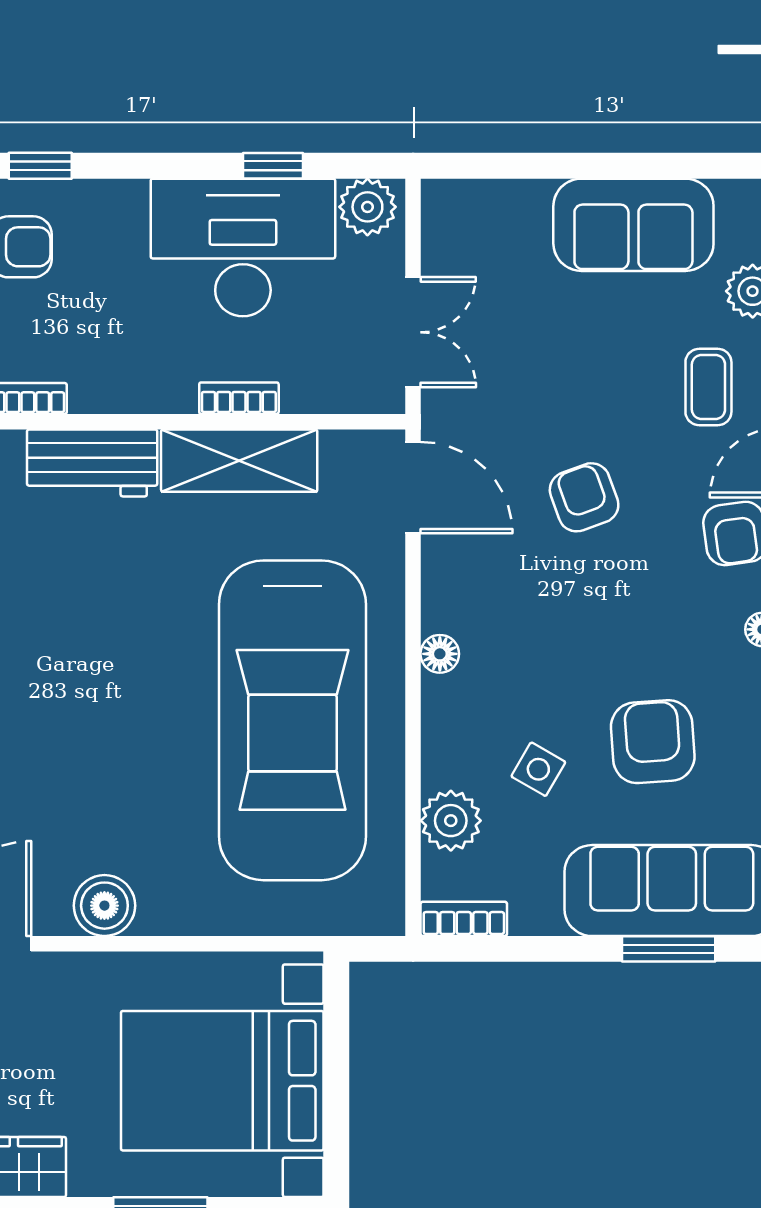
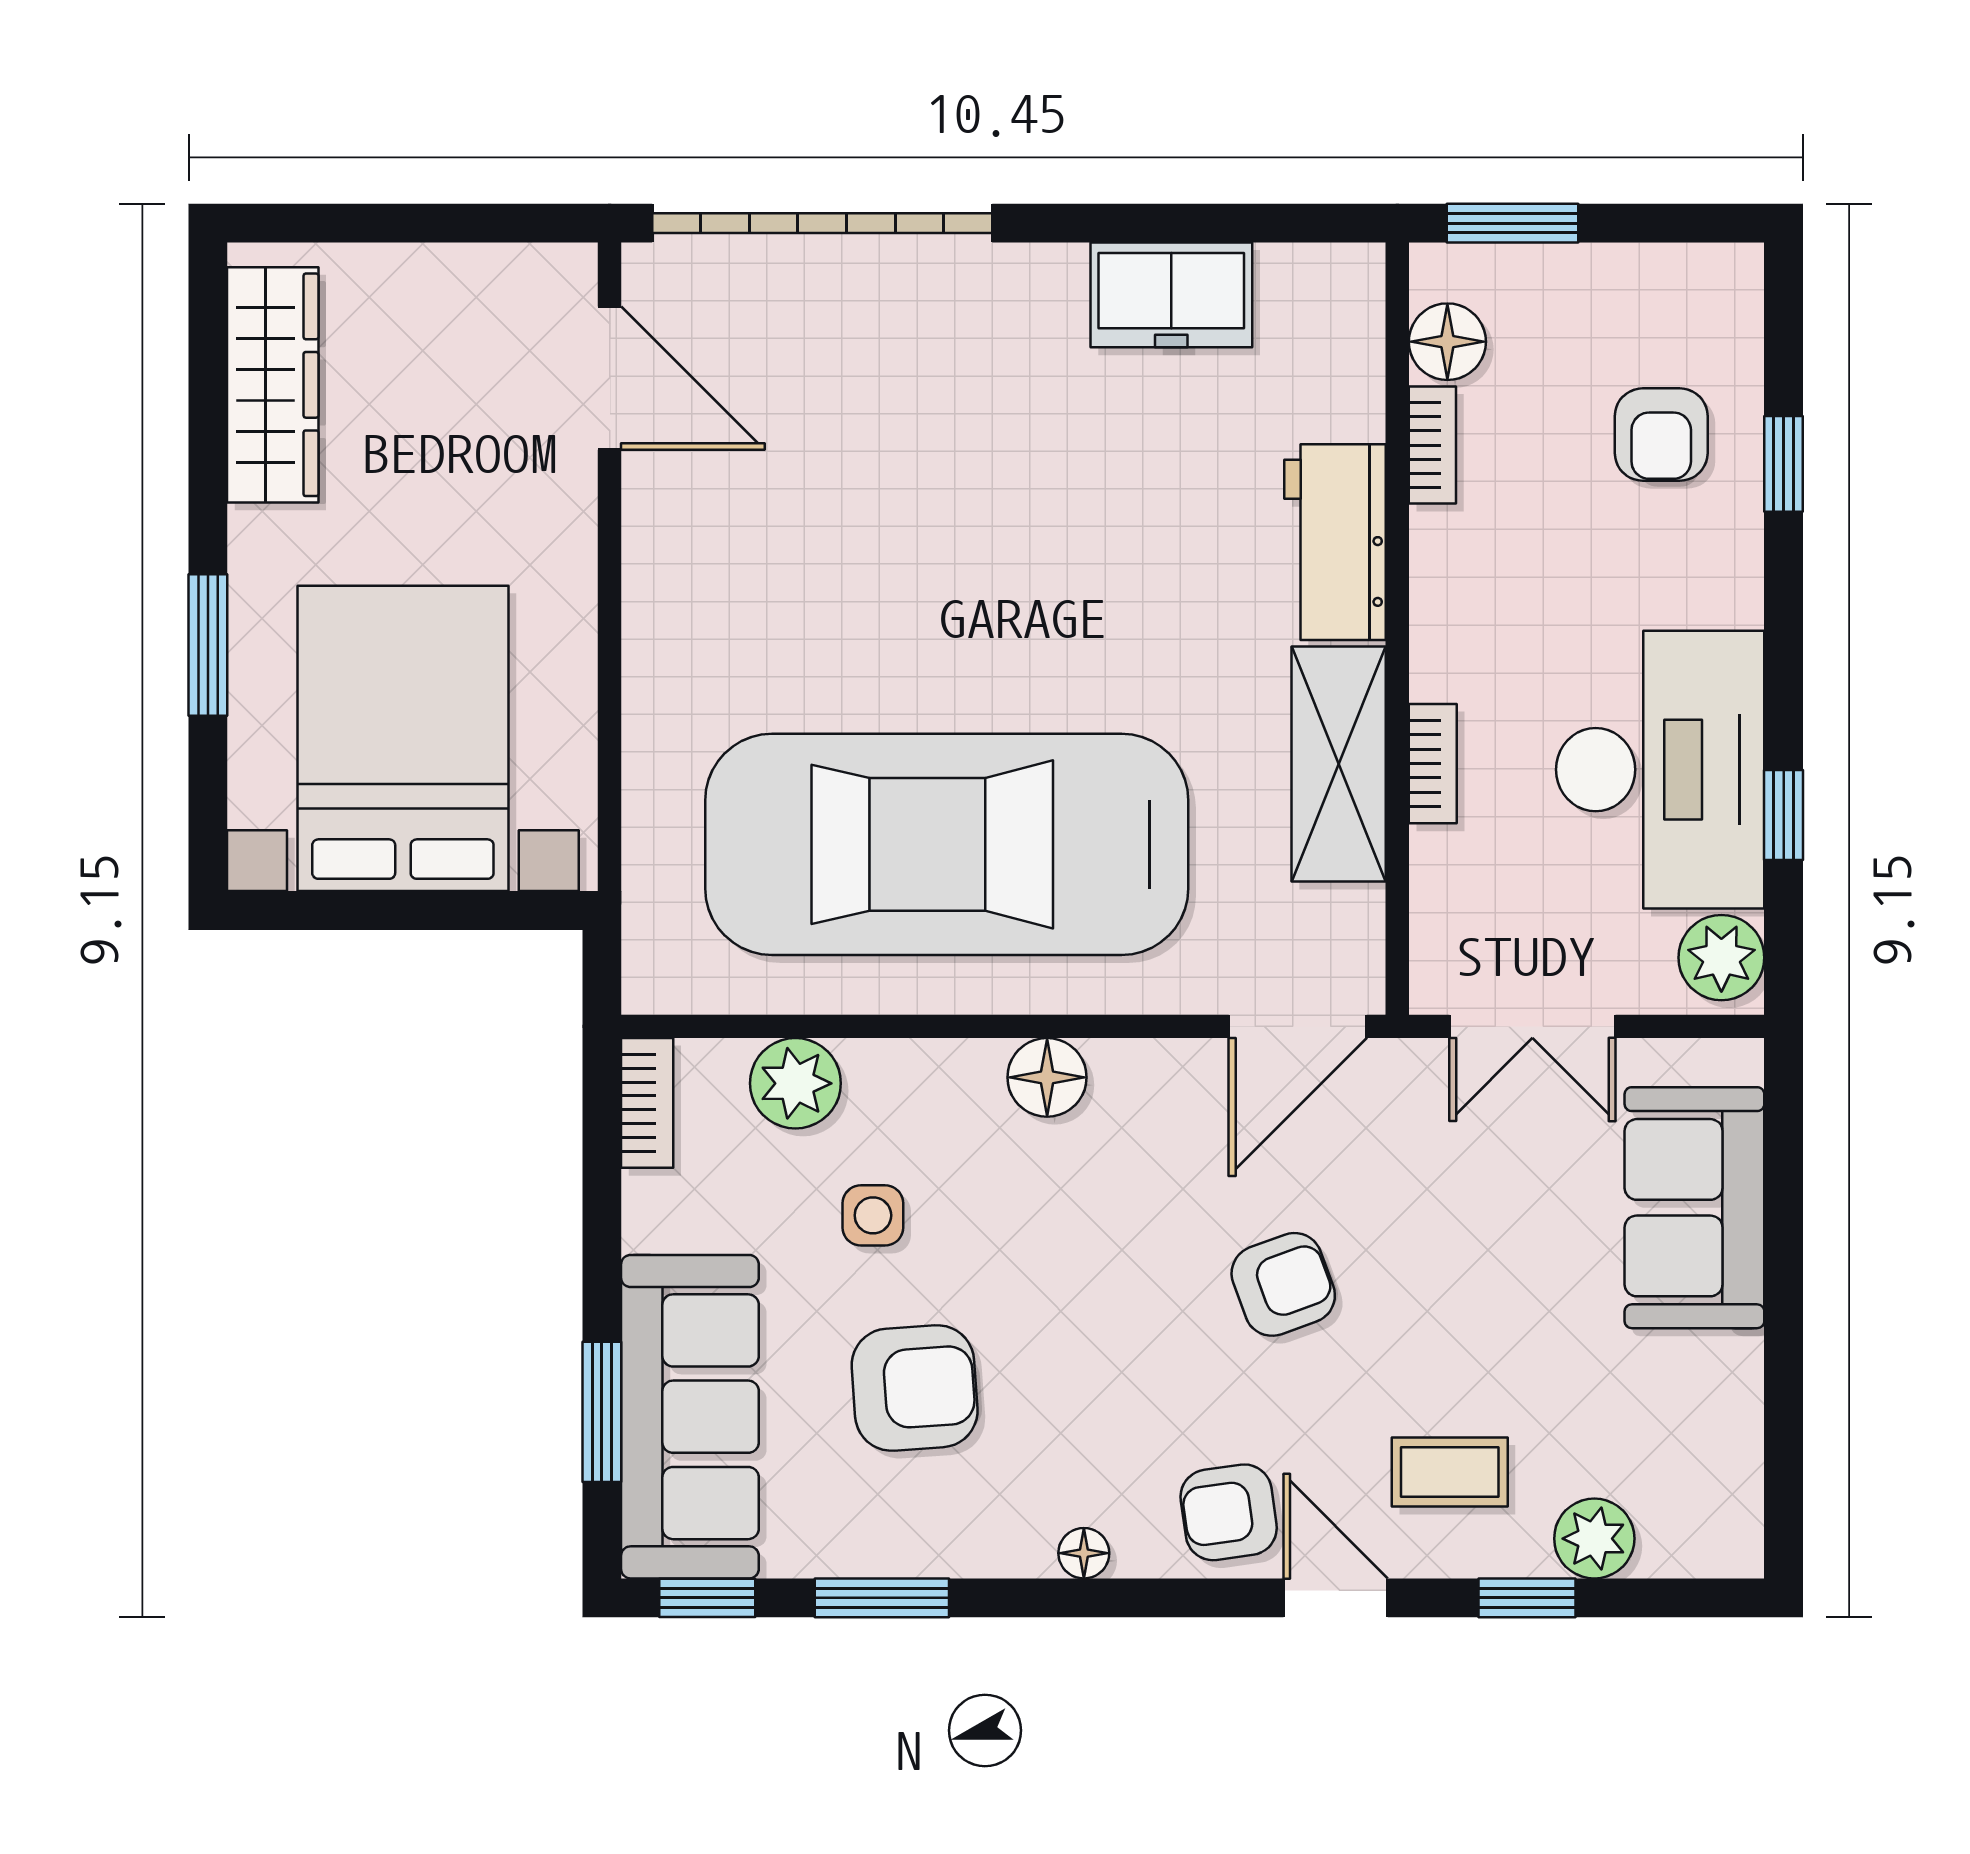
sofa: (633, 225) -> (1694, 1208), moved
floor lamp: (440, 654) -> (1047, 1077), width x1.37, depth x1.37
side table: (538, 769) -> (873, 1215), turned -30
boiler: (104, 906) -> (667, 561), removed

